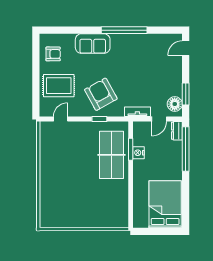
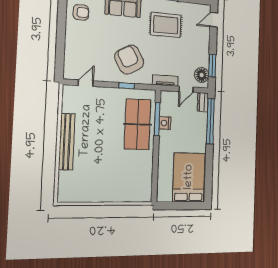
rug: (59, 86) -> (166, 25), moved
window: (131, 149) -> (157, 119), width x1.44
bench: (46, 173) -> (67, 142), added

